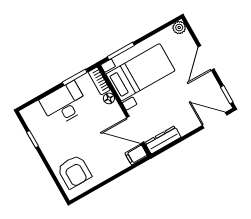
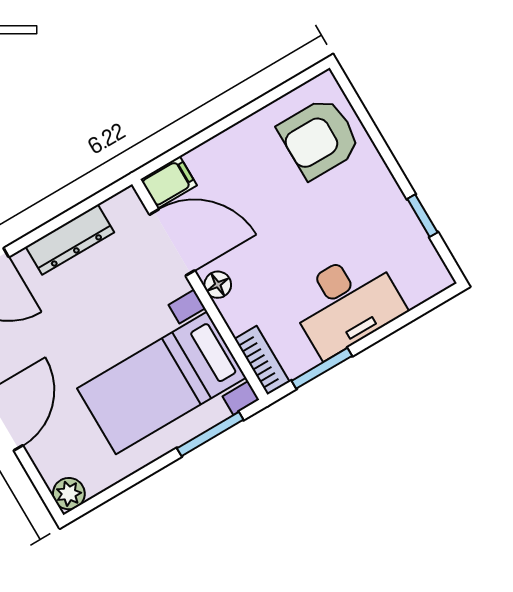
floor lamp: (109, 98) -> (218, 285), moved
dresser: (163, 140) -> (70, 239), moved
armchair: (74, 172) -> (319, 138), turned -90

